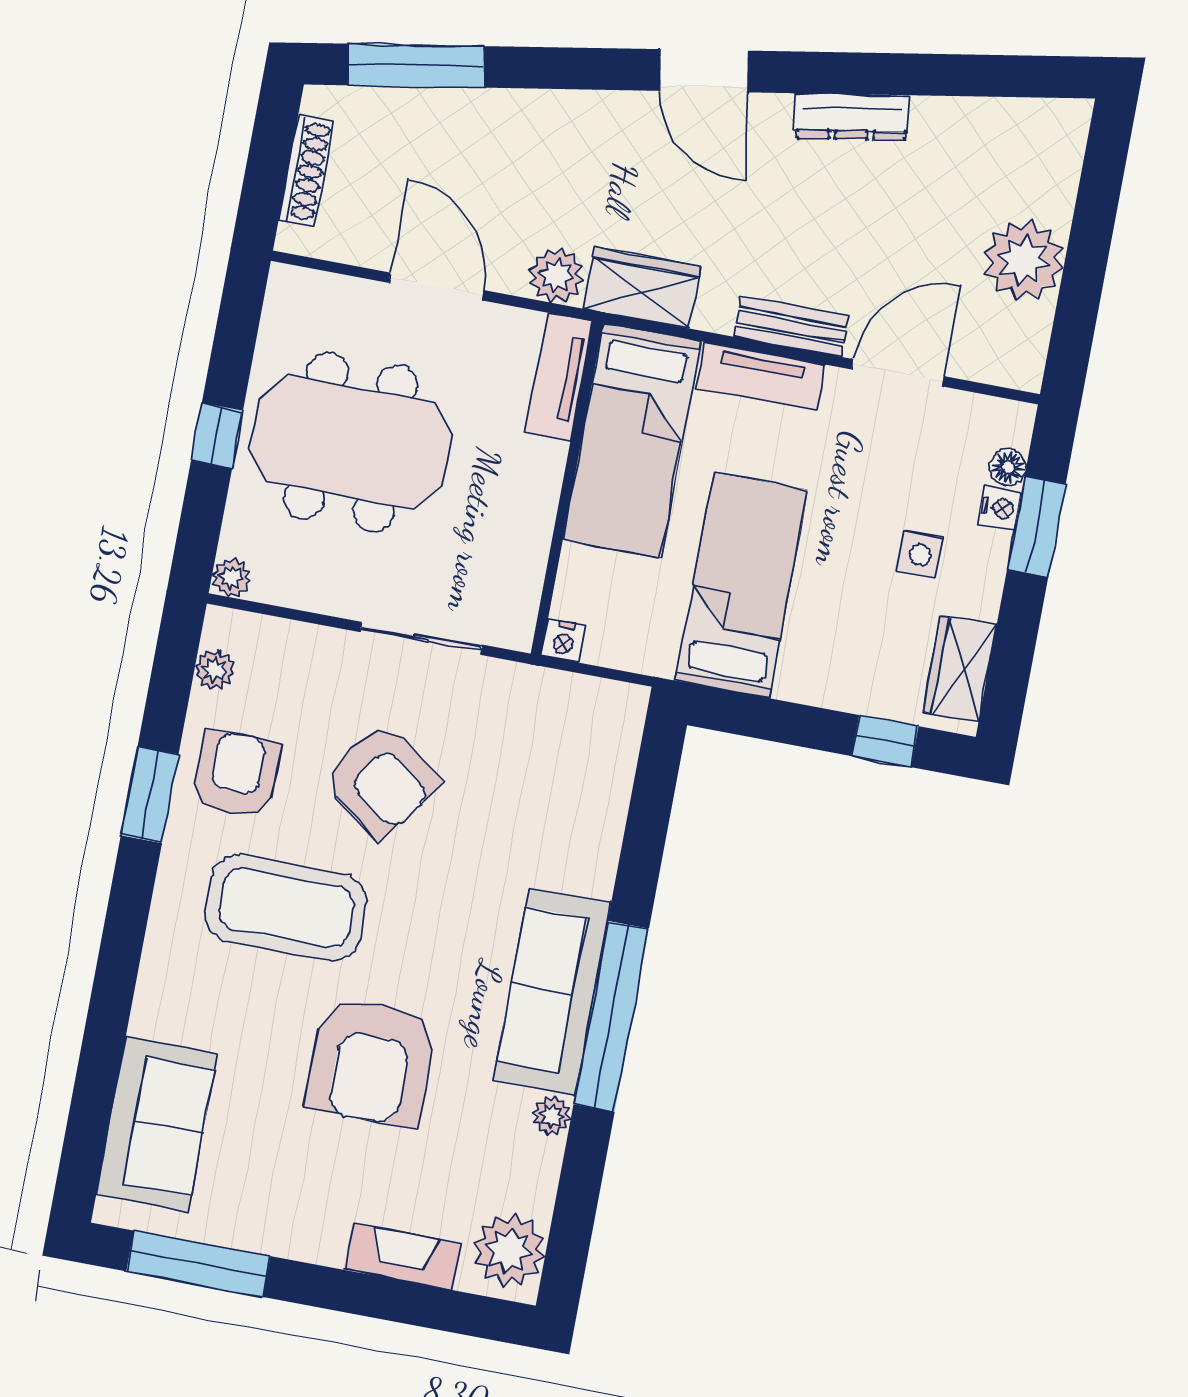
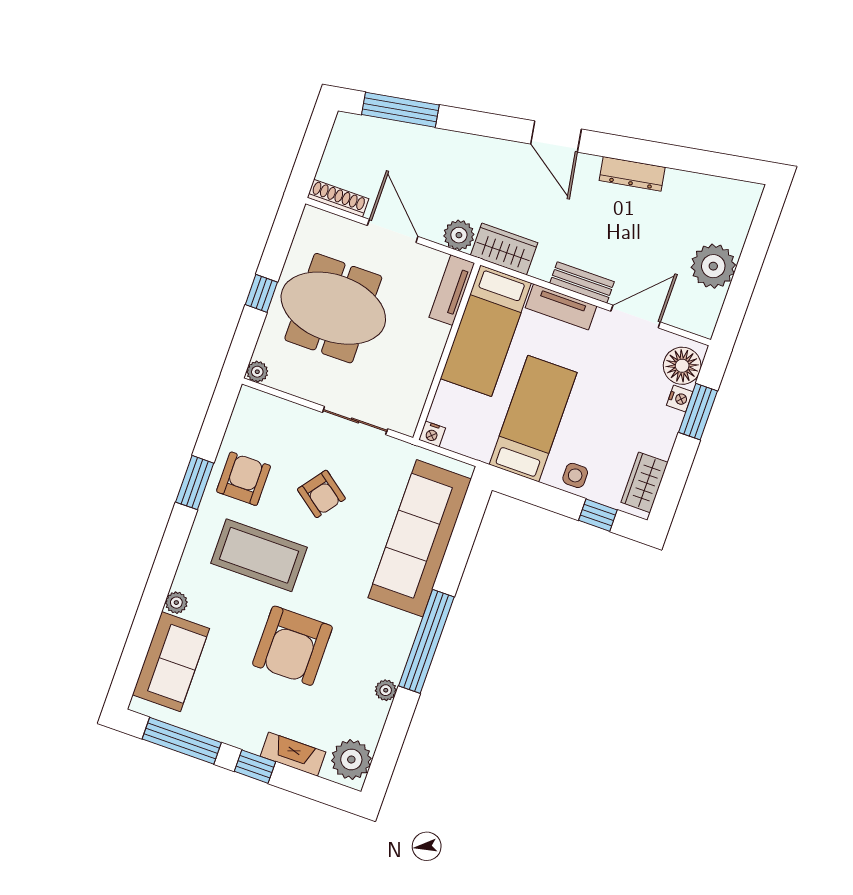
shoe rack: (306, 171) -> (338, 198), moved, turned -90
floor lamp: (1008, 467) -> (682, 366), width x1.89, depth x1.89
side table: (920, 555) -> (575, 475), moved
plant: (215, 669) -> (176, 603), moved
armchair: (381, 780) -> (321, 494), width x0.72, depth x0.72
sofa: (552, 992) -> (420, 538), moved, width x1.36, depth x1.27
window: (337, 1290) -> (255, 767), added

